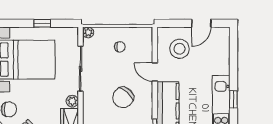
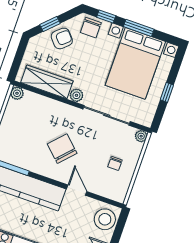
stool: (180, 49) -> (105, 219), moved
door: (155, 72) -> (77, 190), hinge flipped

